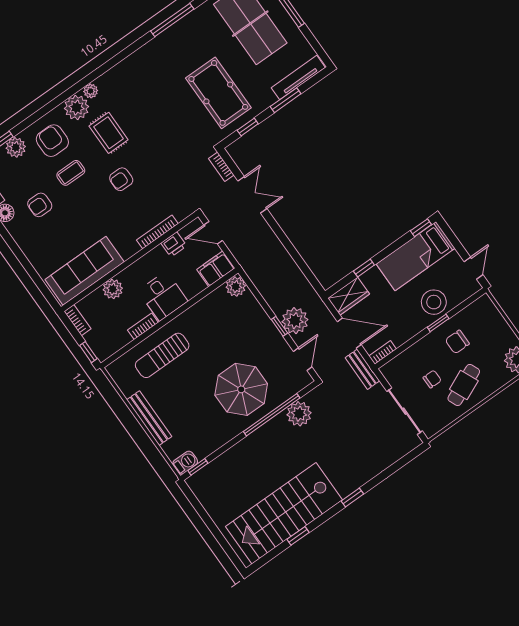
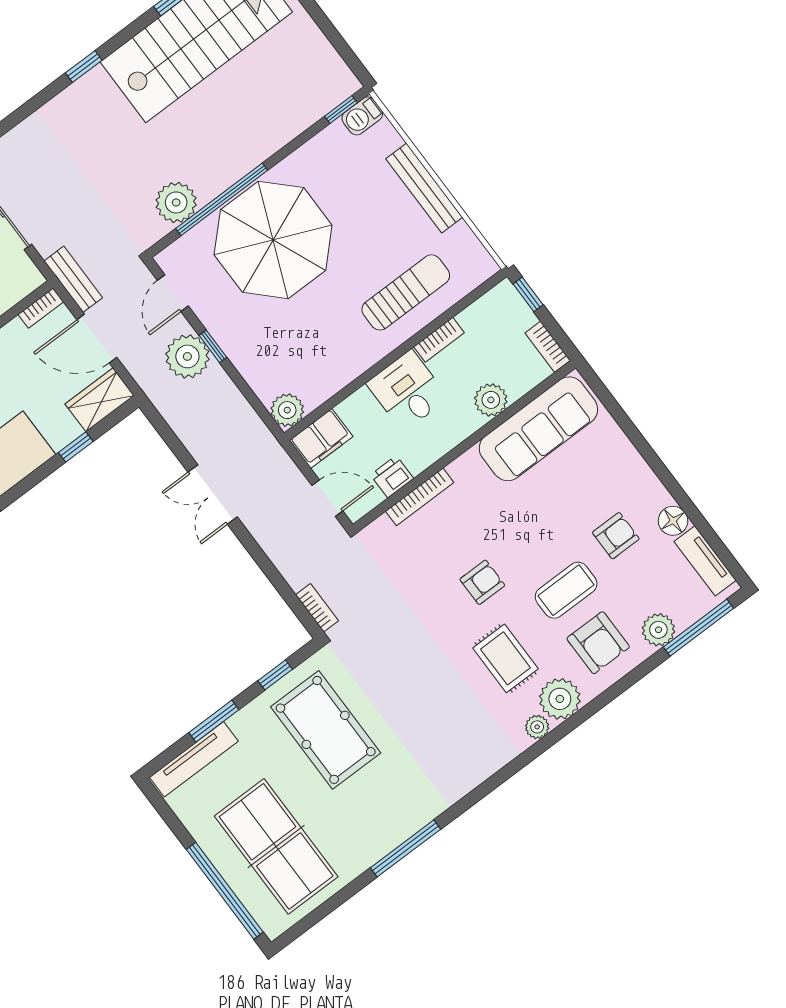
coffee table: (71, 173) -> (566, 590), width x1.36, depth x1.30
double door: (252, 195) -> (213, 495), moved
parasol: (241, 389) -> (273, 240), width x1.36, depth x1.36

